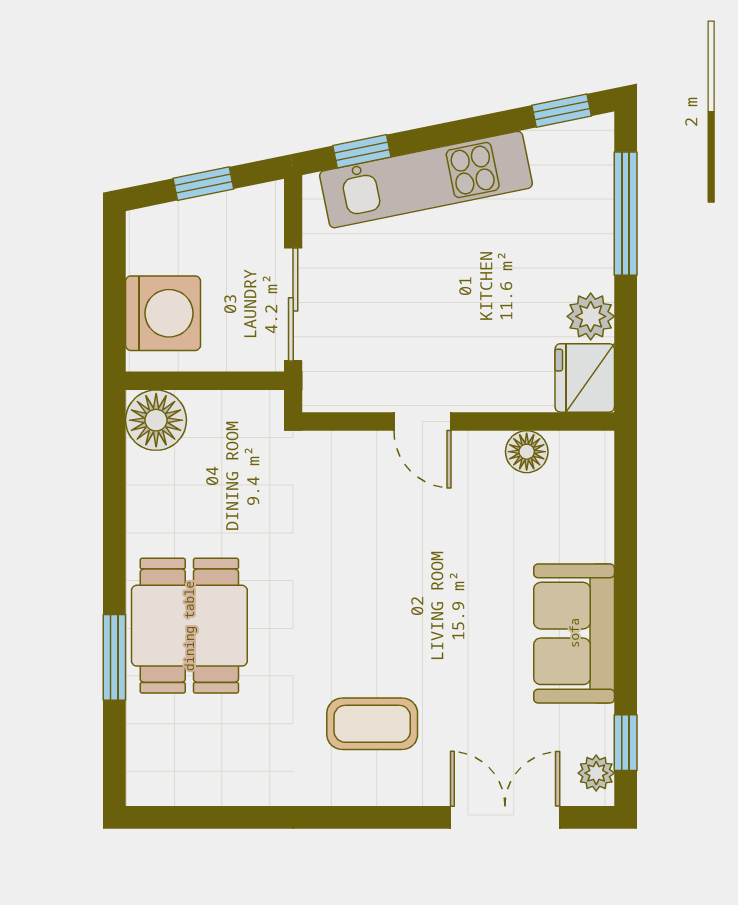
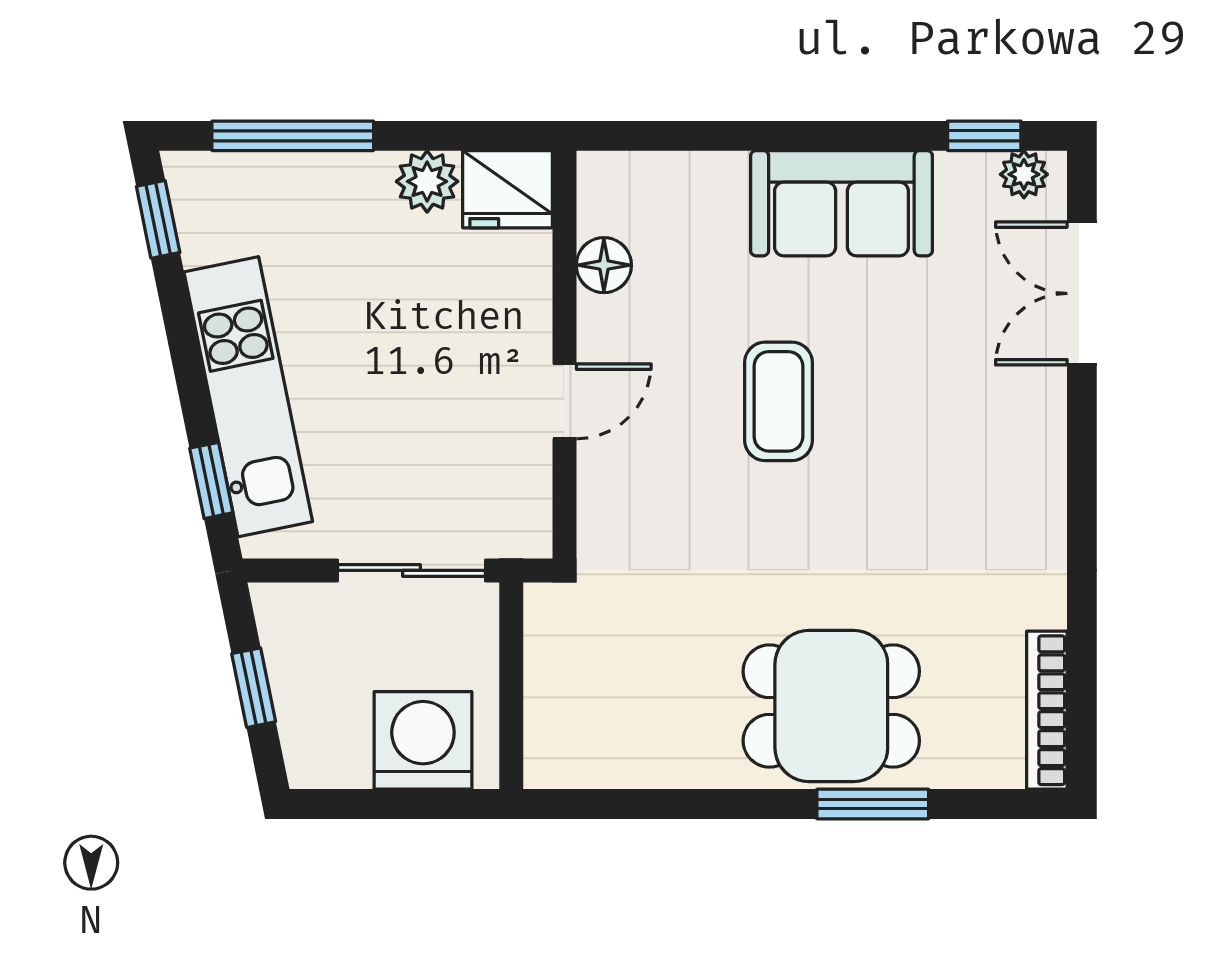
floor lamp: (156, 420) -> (563, 750), removed
coffee table: (372, 724) -> (778, 401), moved
bookcase: (186, 791) -> (1047, 710), added

